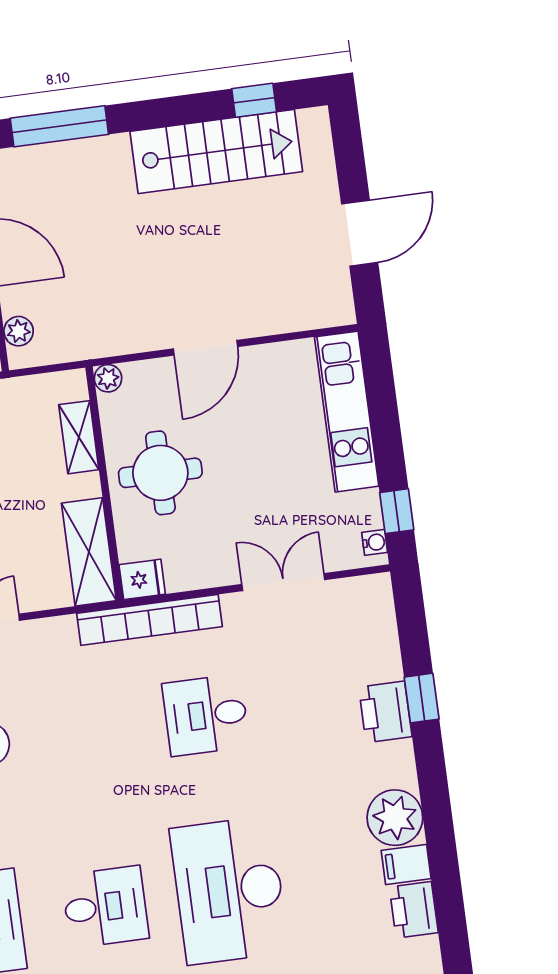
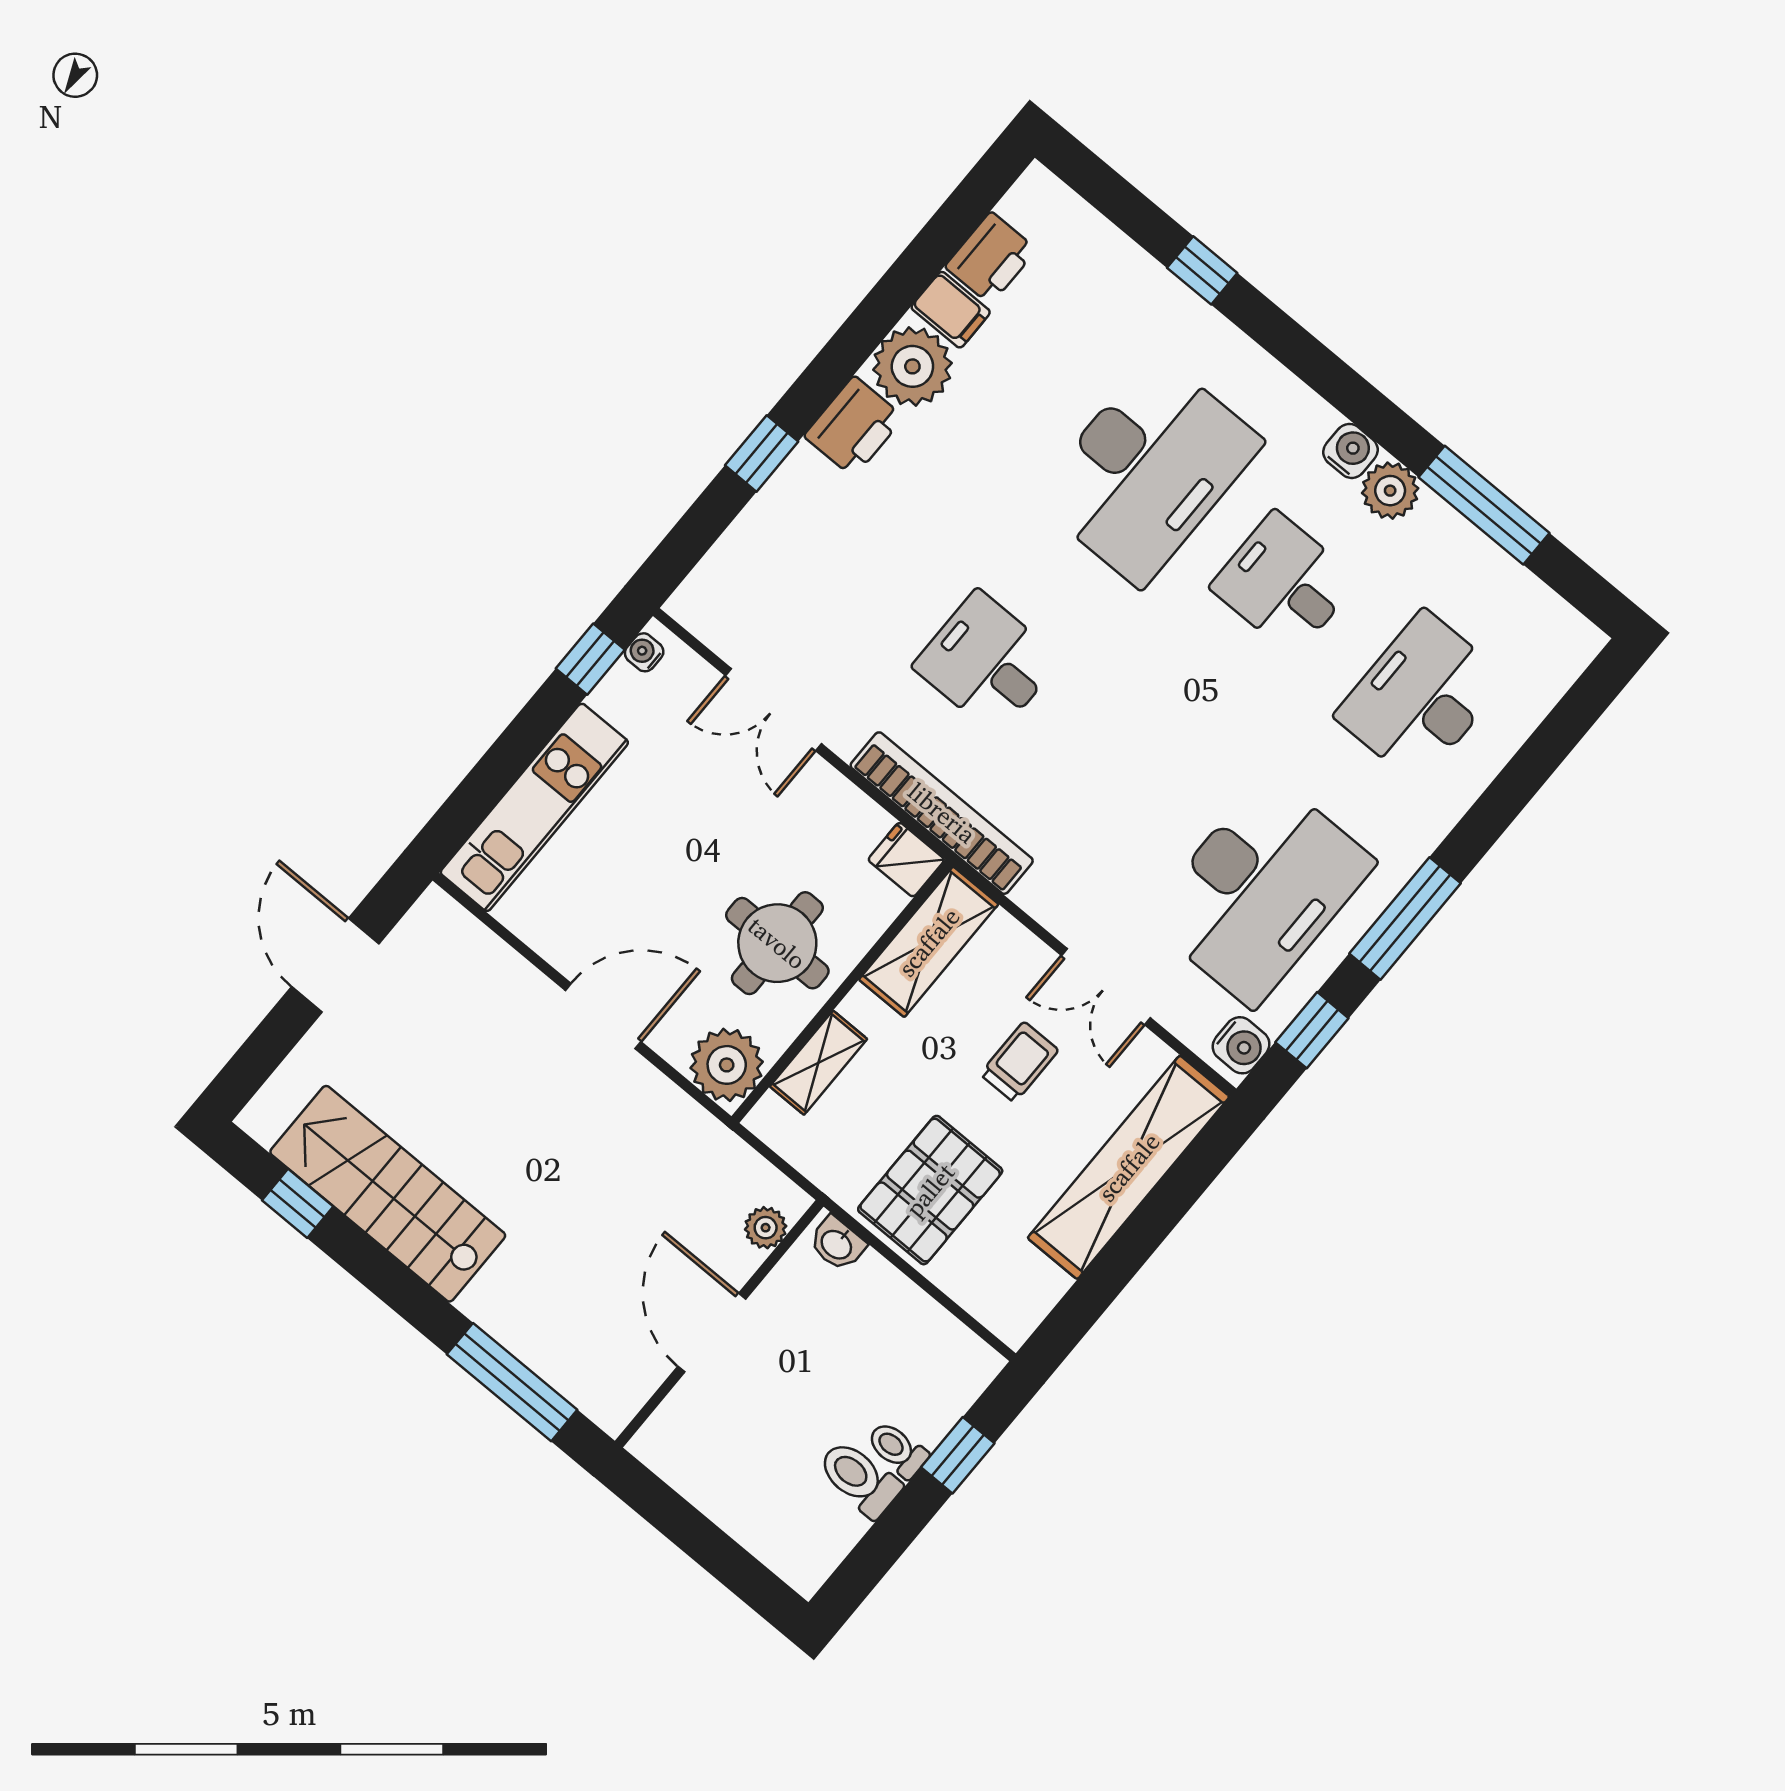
door: (360, 233) -> (335, 965), hinge flipped
plant: (108, 378) -> (727, 1065), width x1.87, depth x1.87
printer: (385, 712) -> (854, 427), moved
desk: (206, 715) -> (987, 663), turned 180

